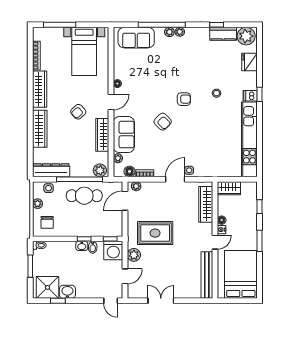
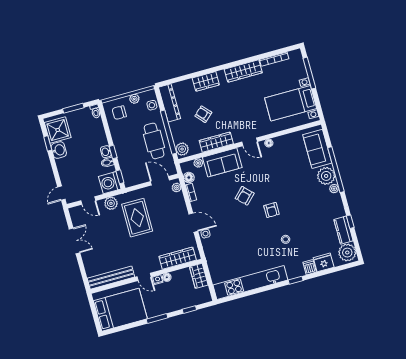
plant: (169, 32) -> (326, 176), width x1.87, depth x1.87
dishwasher: (250, 96) -> (310, 267), moved
armchair: (78, 112) -> (203, 114), moved
wardrobe: (40, 129) -> (206, 81), width x0.67

